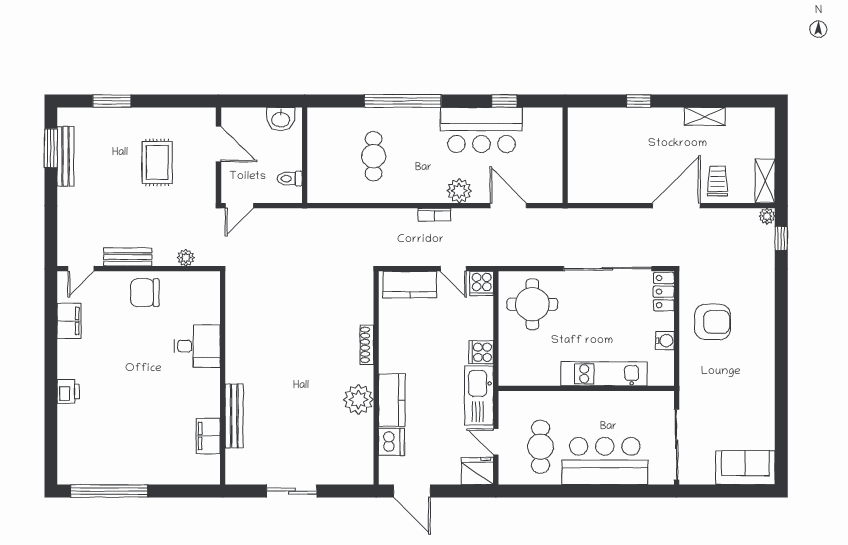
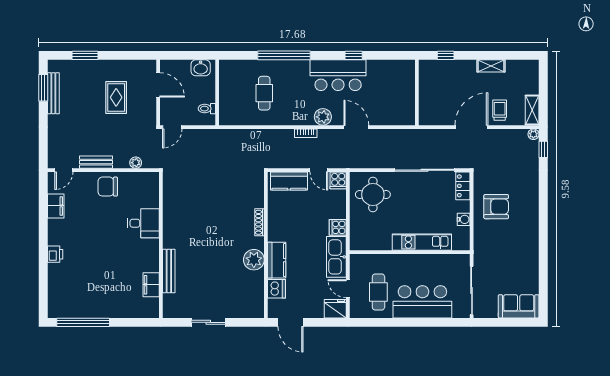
wall: (565, 155) -> (417, 93), moved

